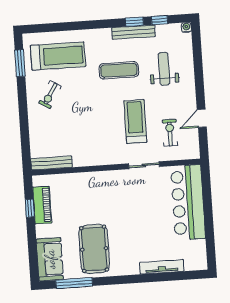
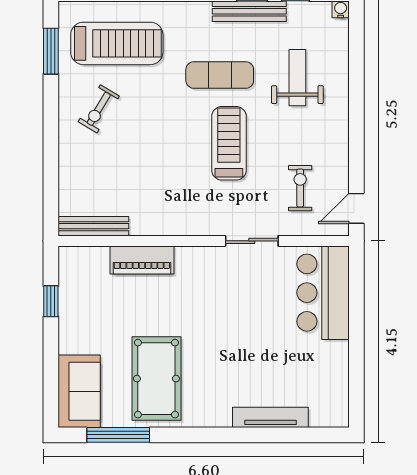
door: (202, 118) -> (356, 208), moved
treadmill: (135, 122) -> (229, 143), moved
bar counter: (188, 202) -> (323, 293), width x0.73
piano: (42, 205) -> (142, 260), moved, turned 90

